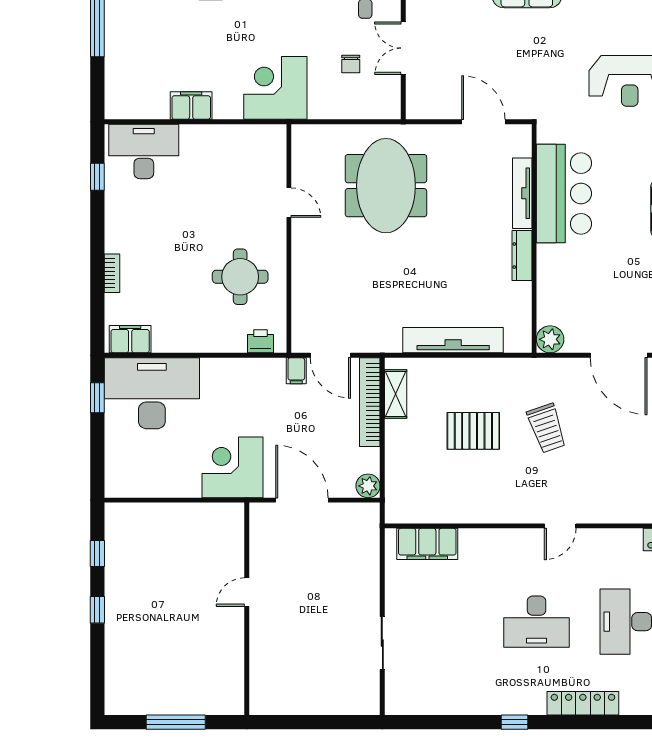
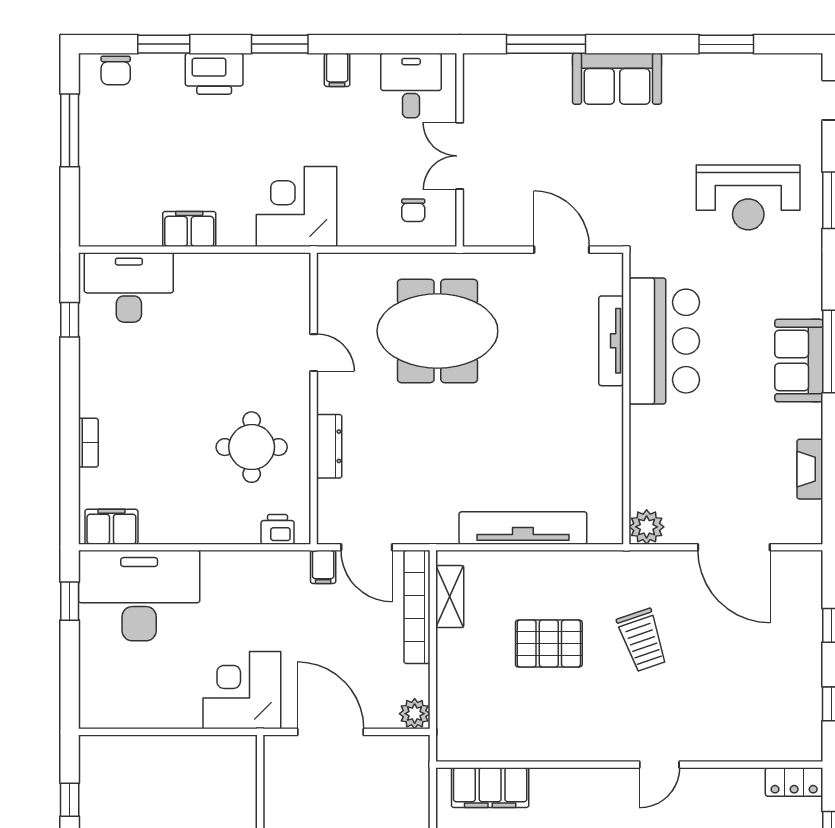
chair: (351, 64) -> (413, 210), moved
meeting table: (386, 186) -> (437, 331), turned 90
dresser: (522, 256) -> (329, 446), moved, turned 180

